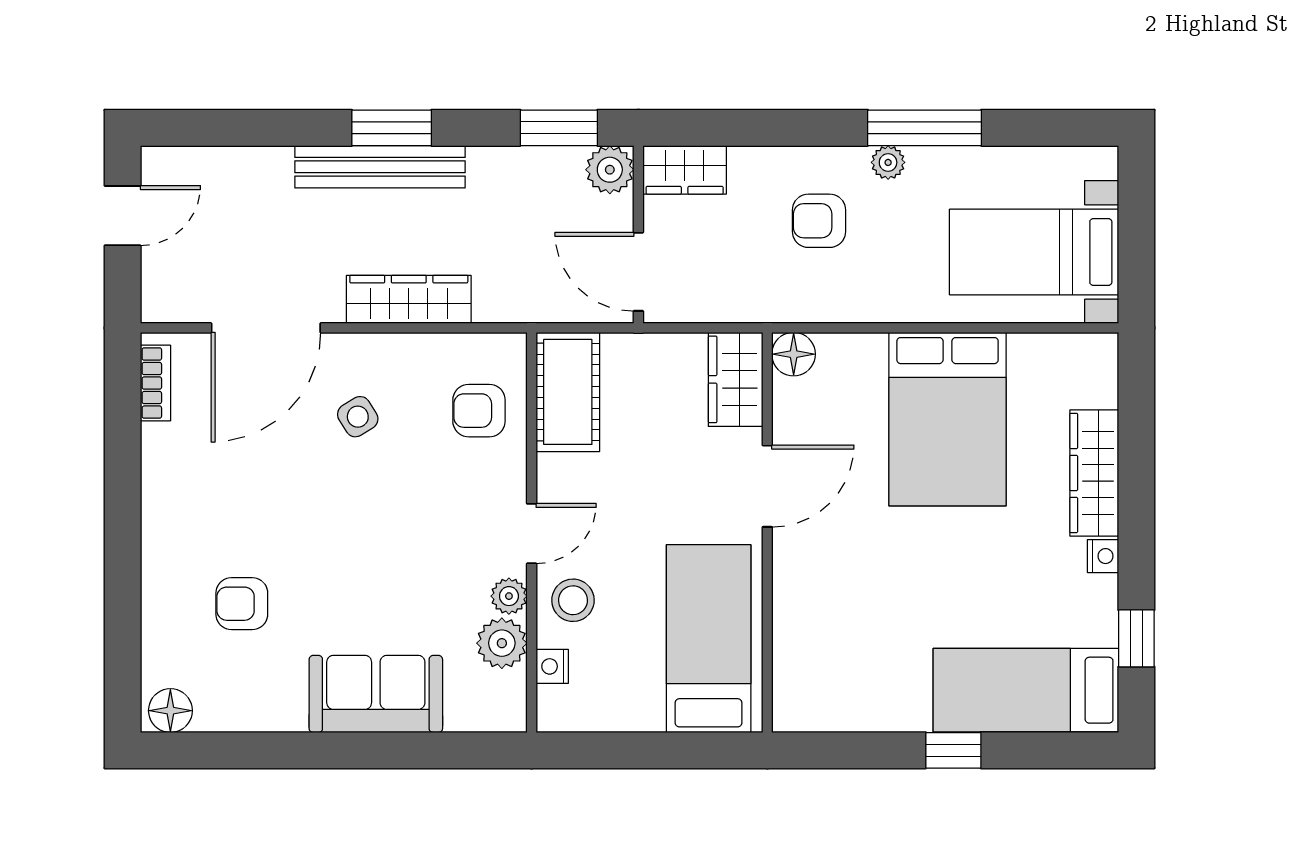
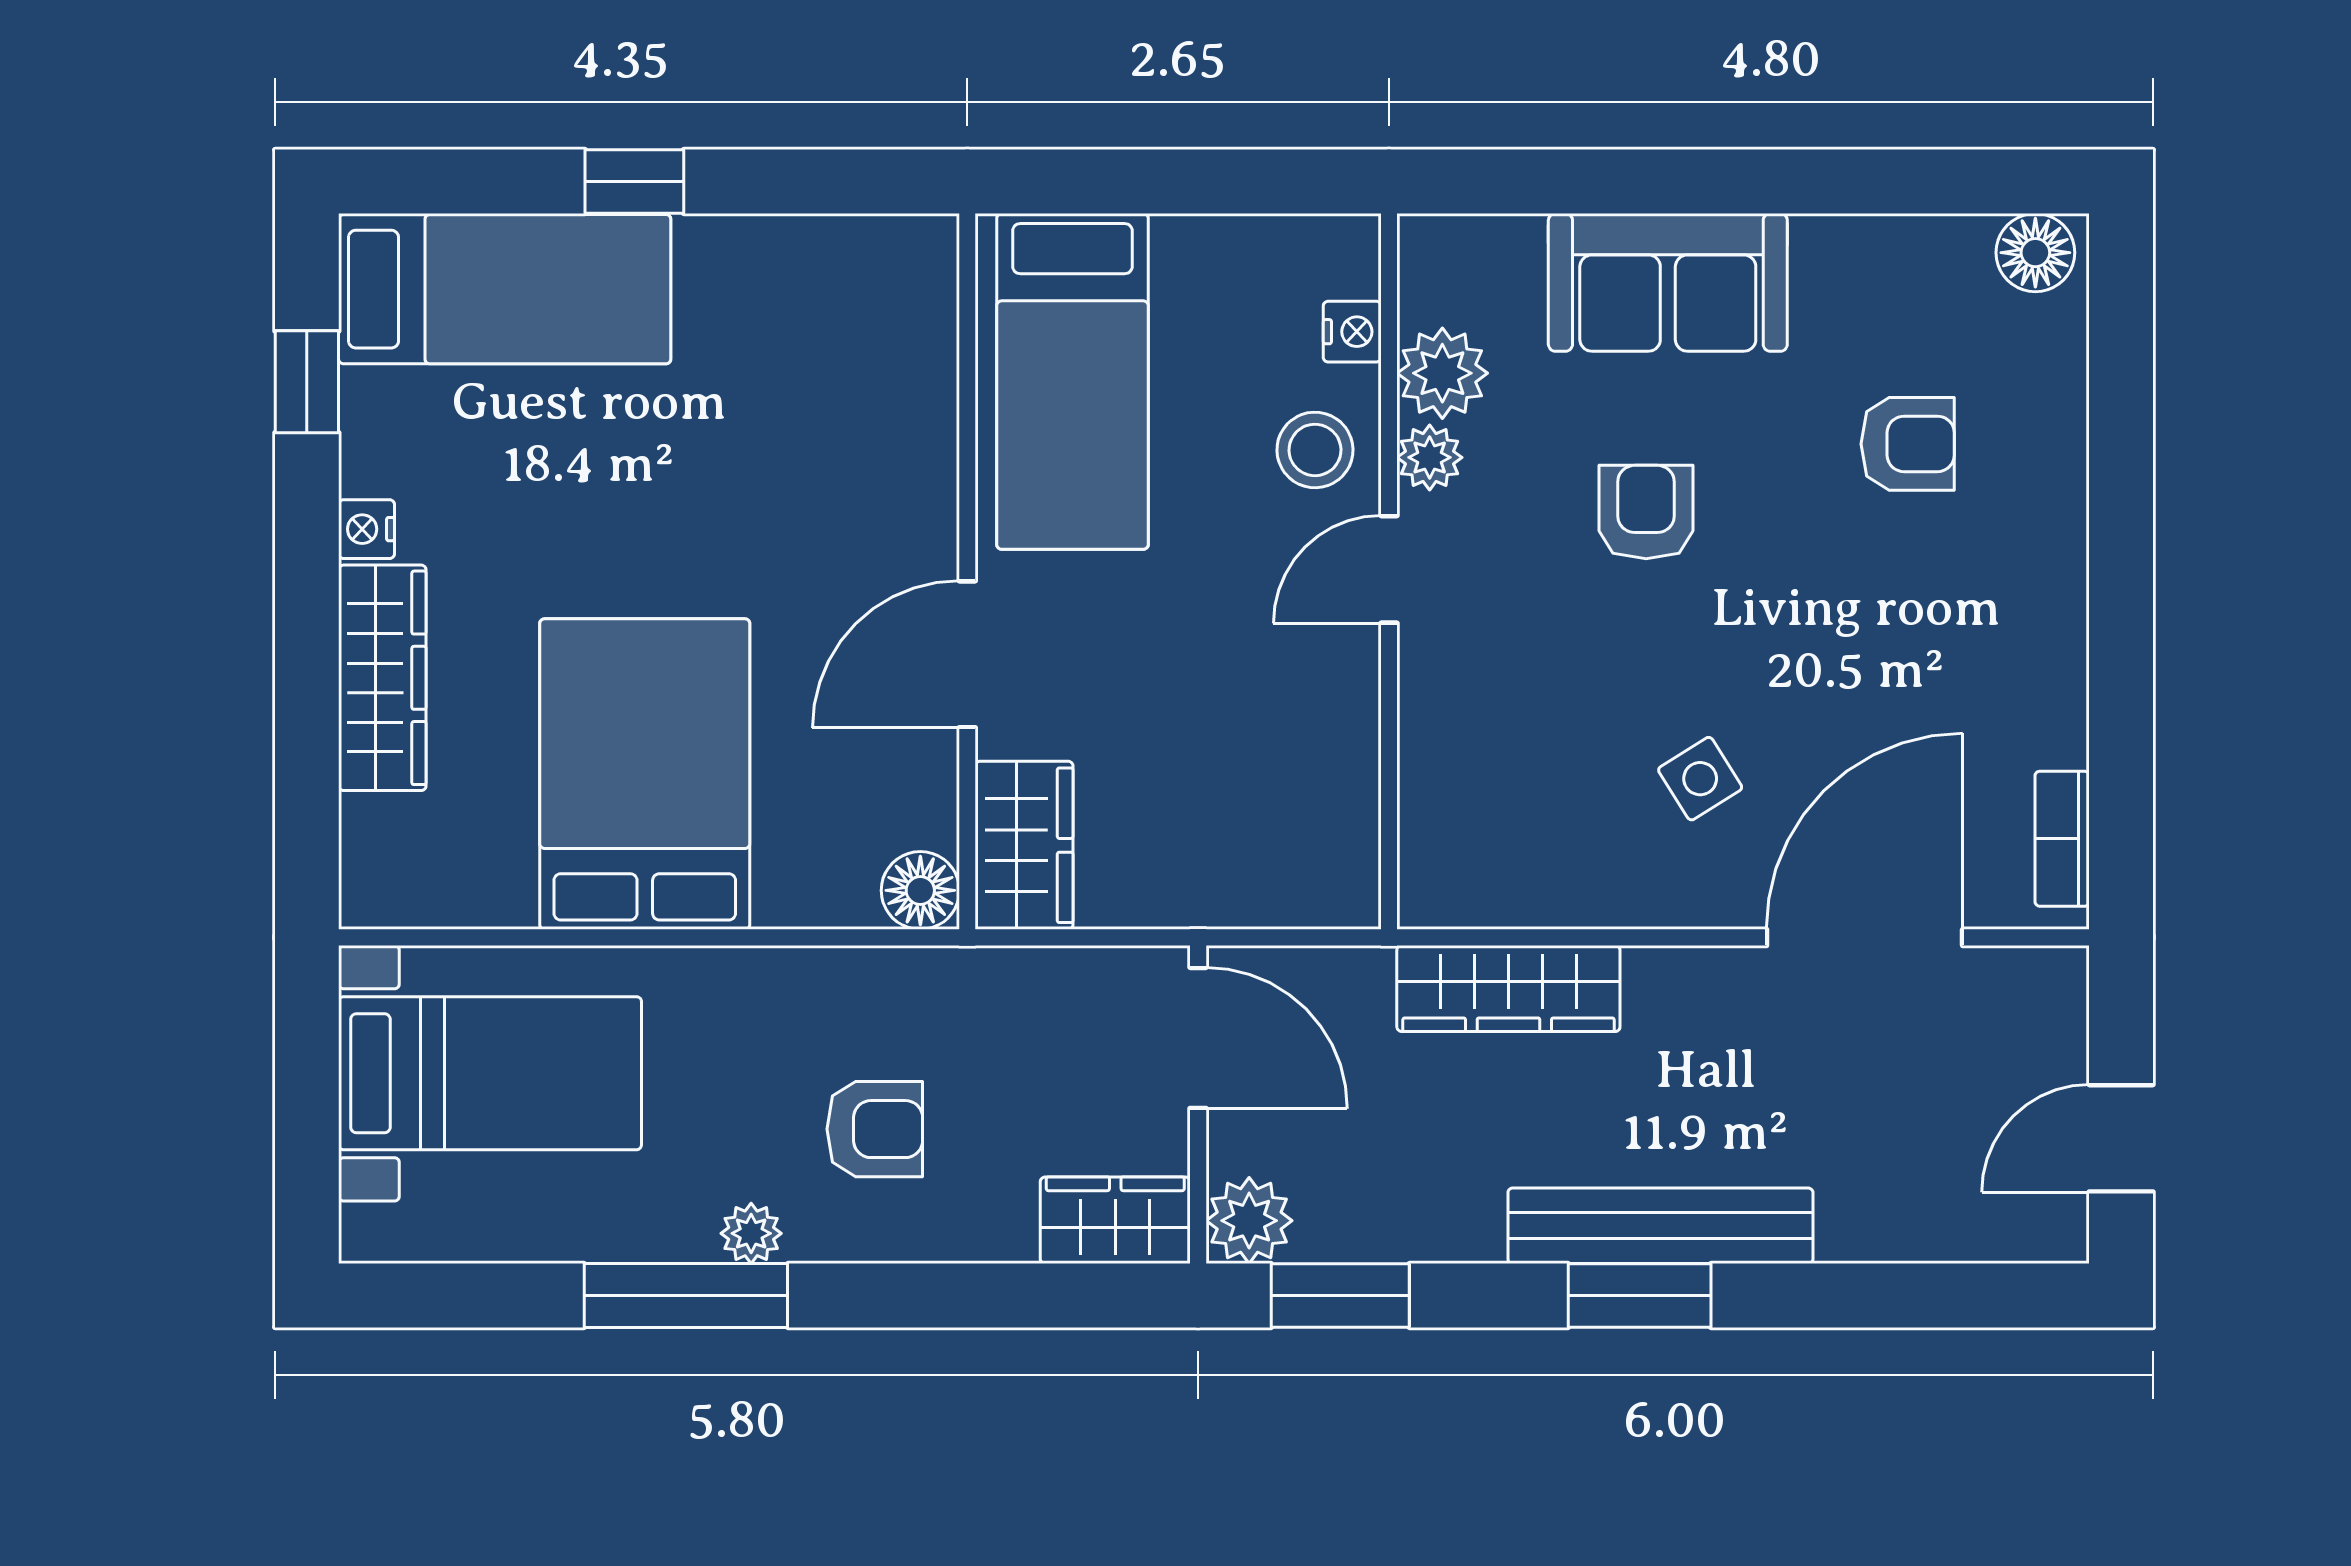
wardrobe: (409, 299) -> (1508, 988), moved
cot: (568, 392) -> (1324, 823), removed
armchair: (479, 411) -> (1646, 512), moved, turned -90

